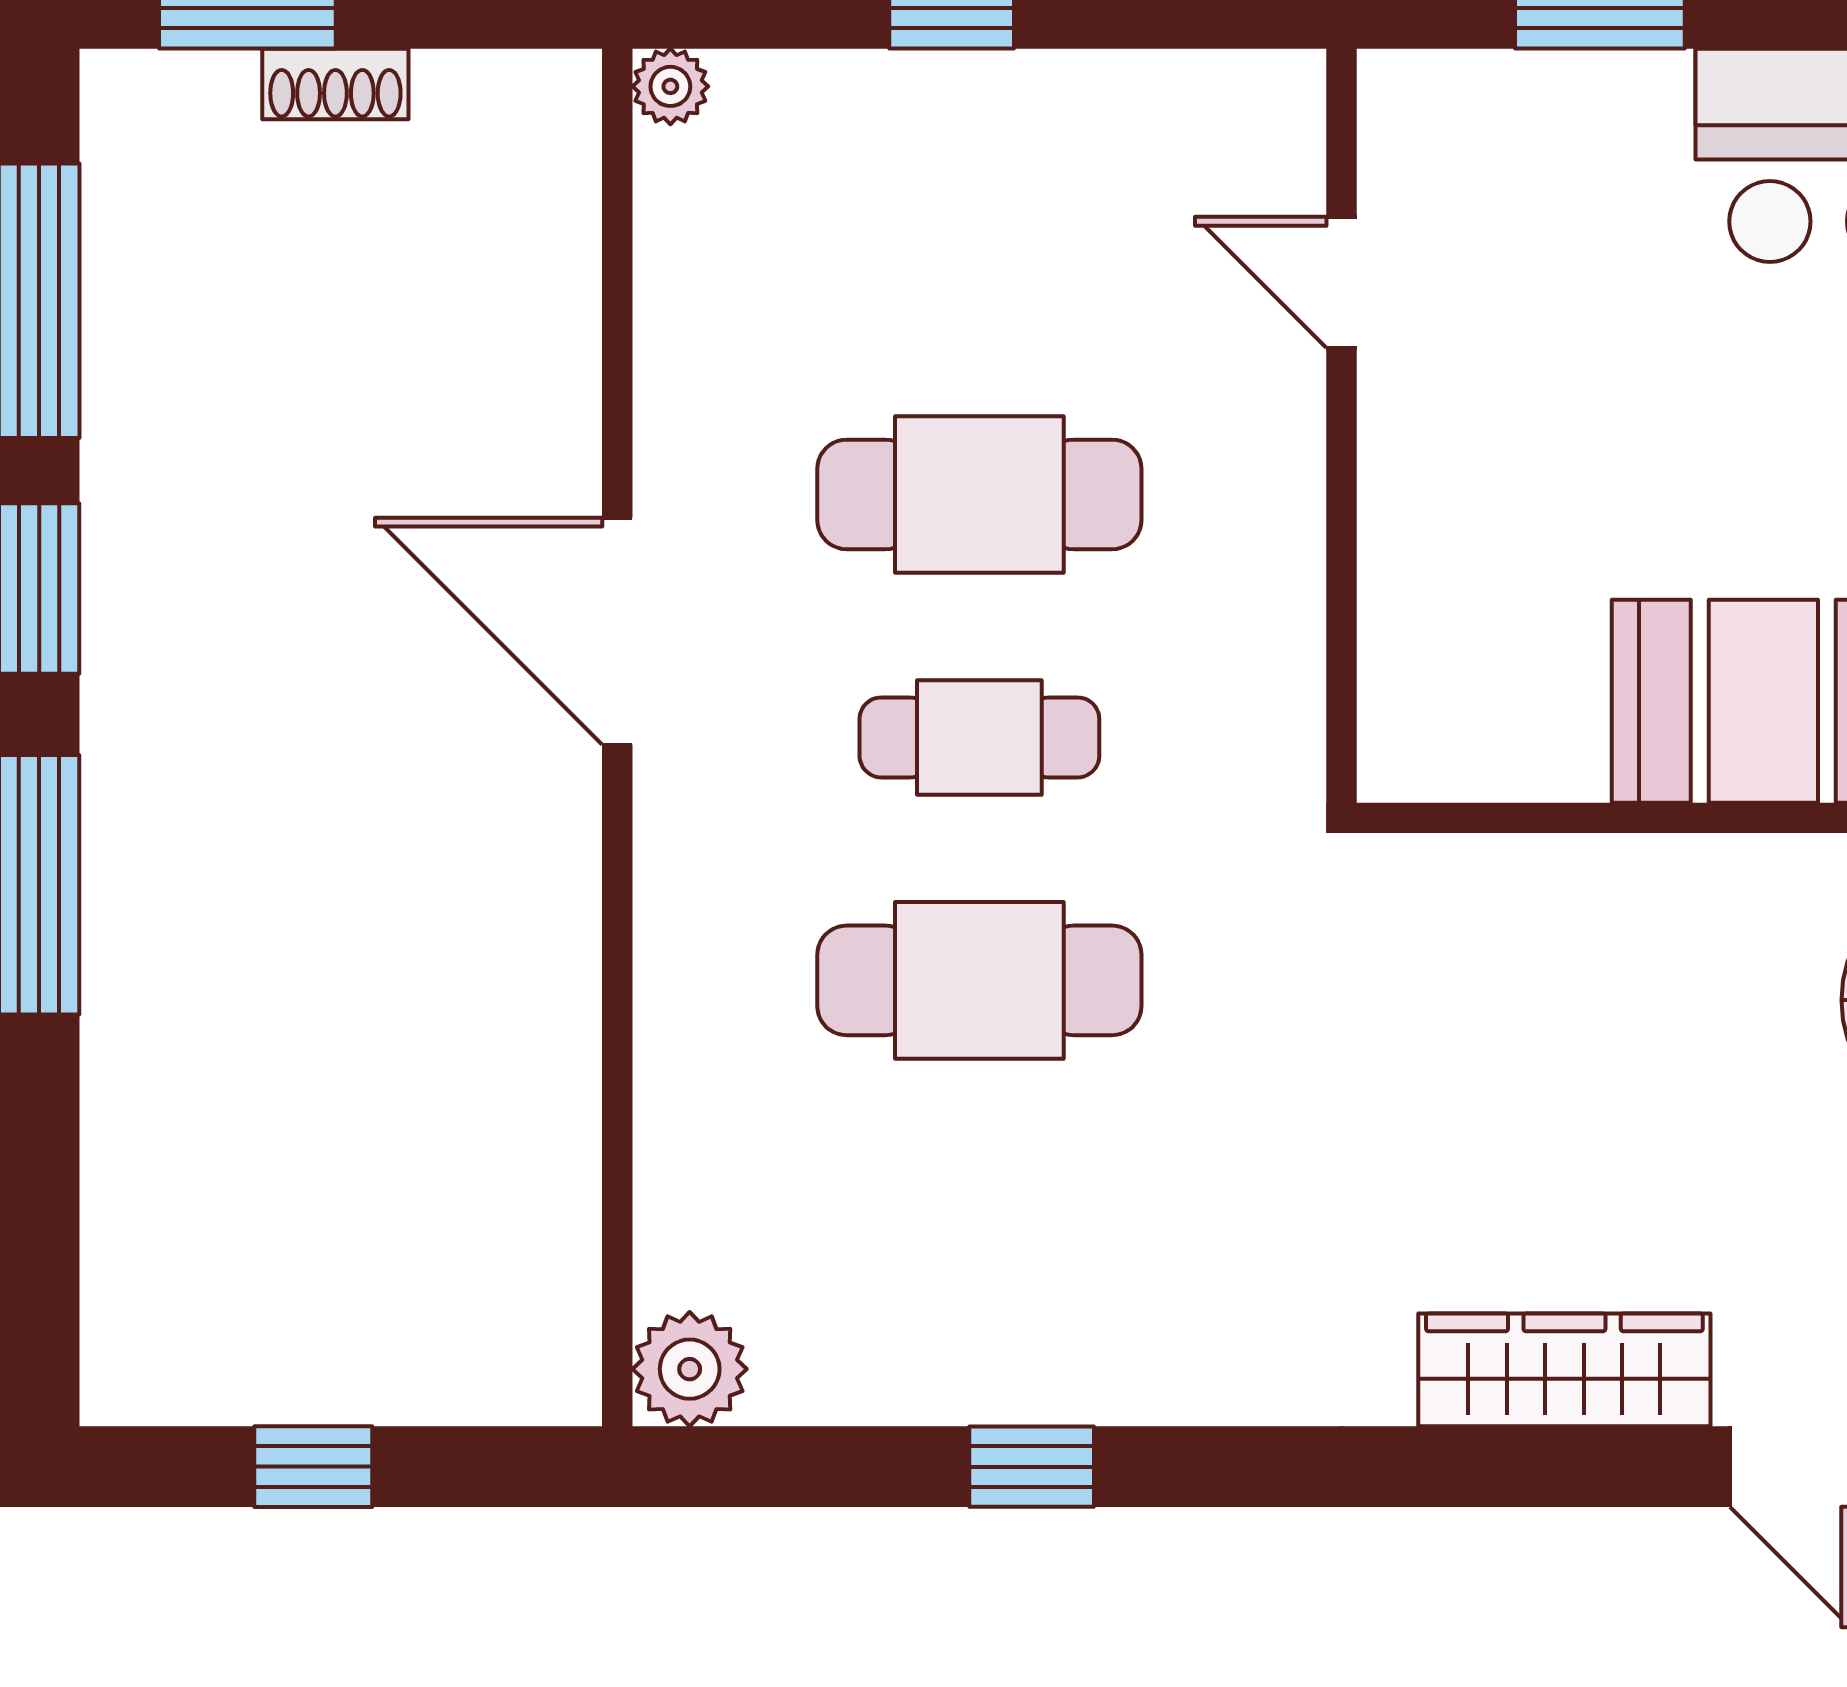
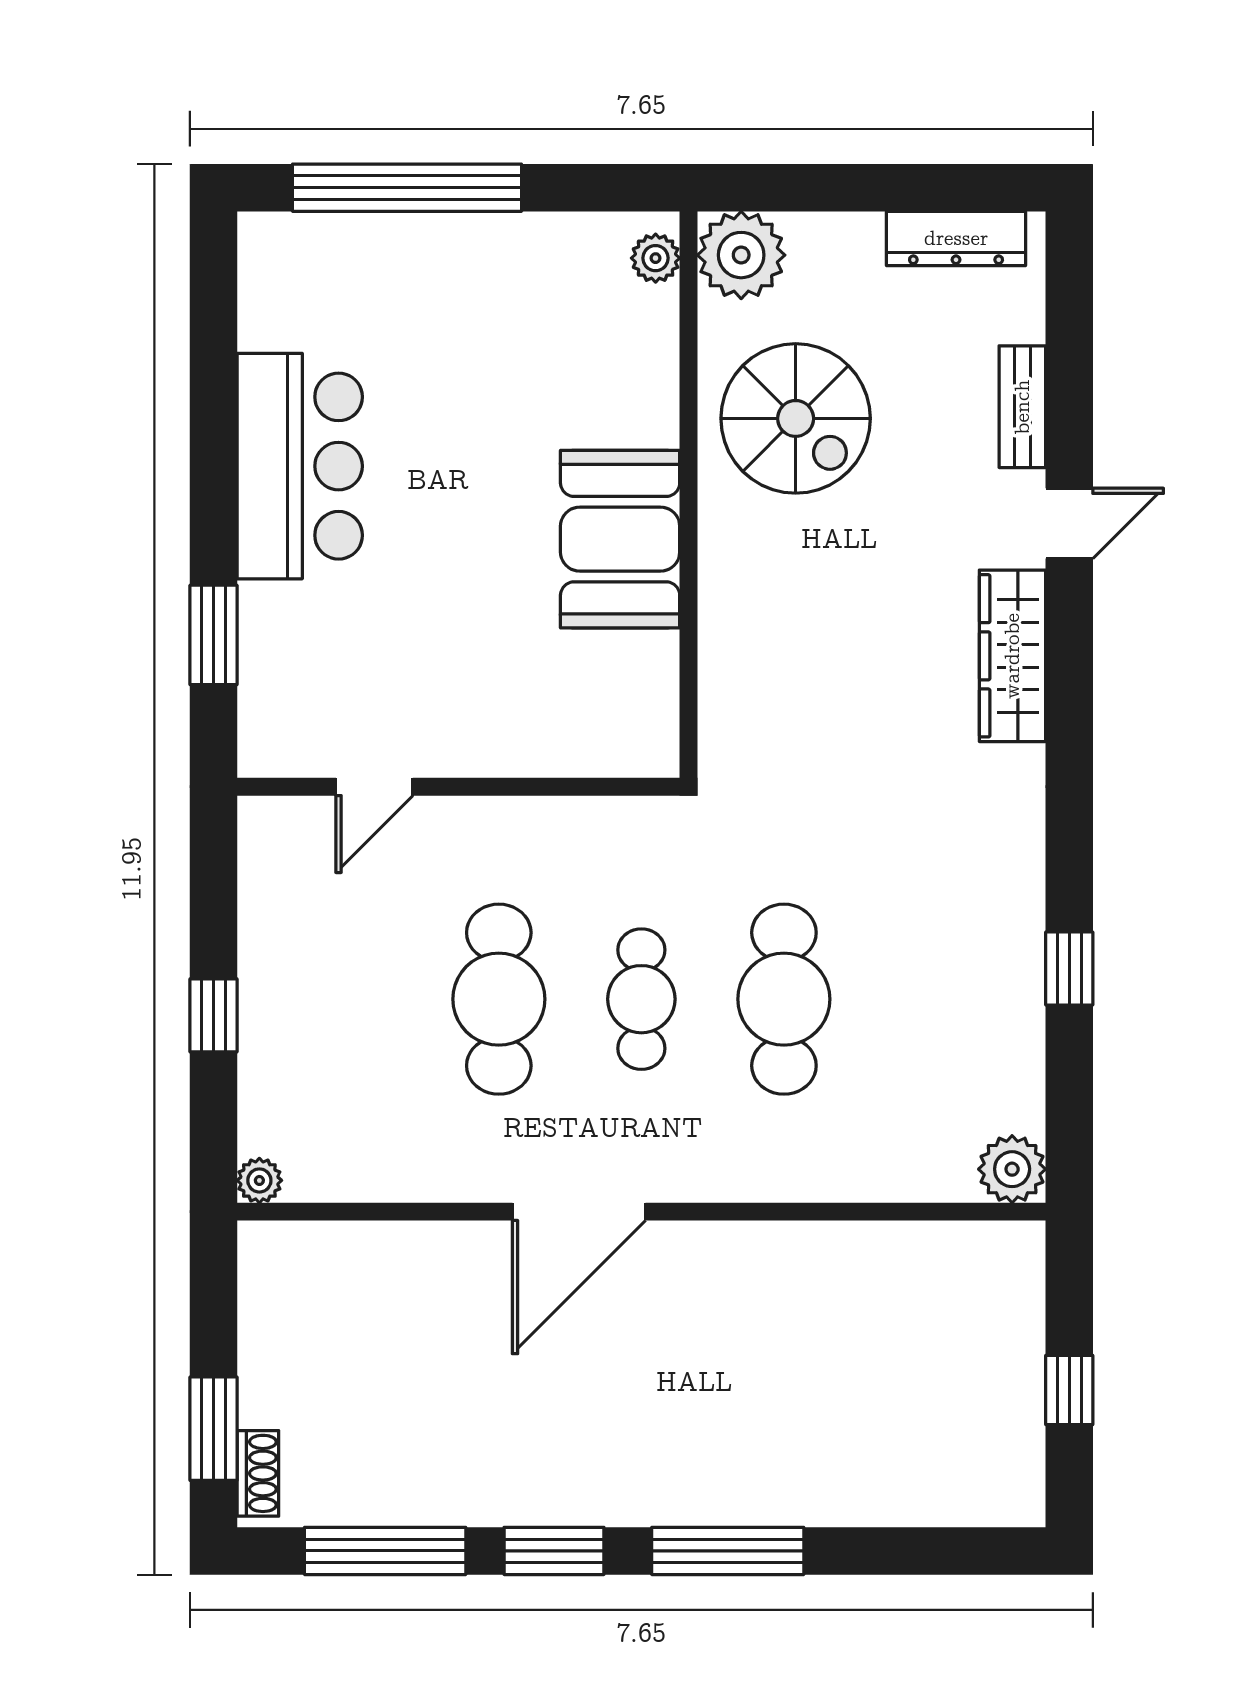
shoe rack: (335, 84) -> (258, 1473), moved

